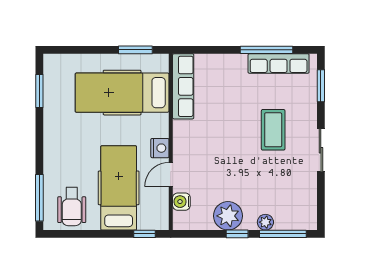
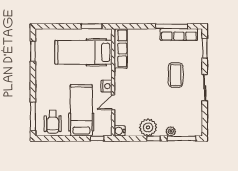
water cooler: (181, 202) -> (120, 131), moved

